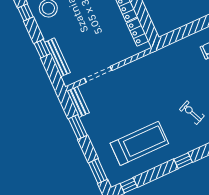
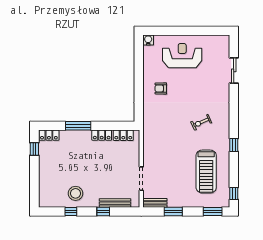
treadmill: (139, 143) -> (206, 172), turned 180

